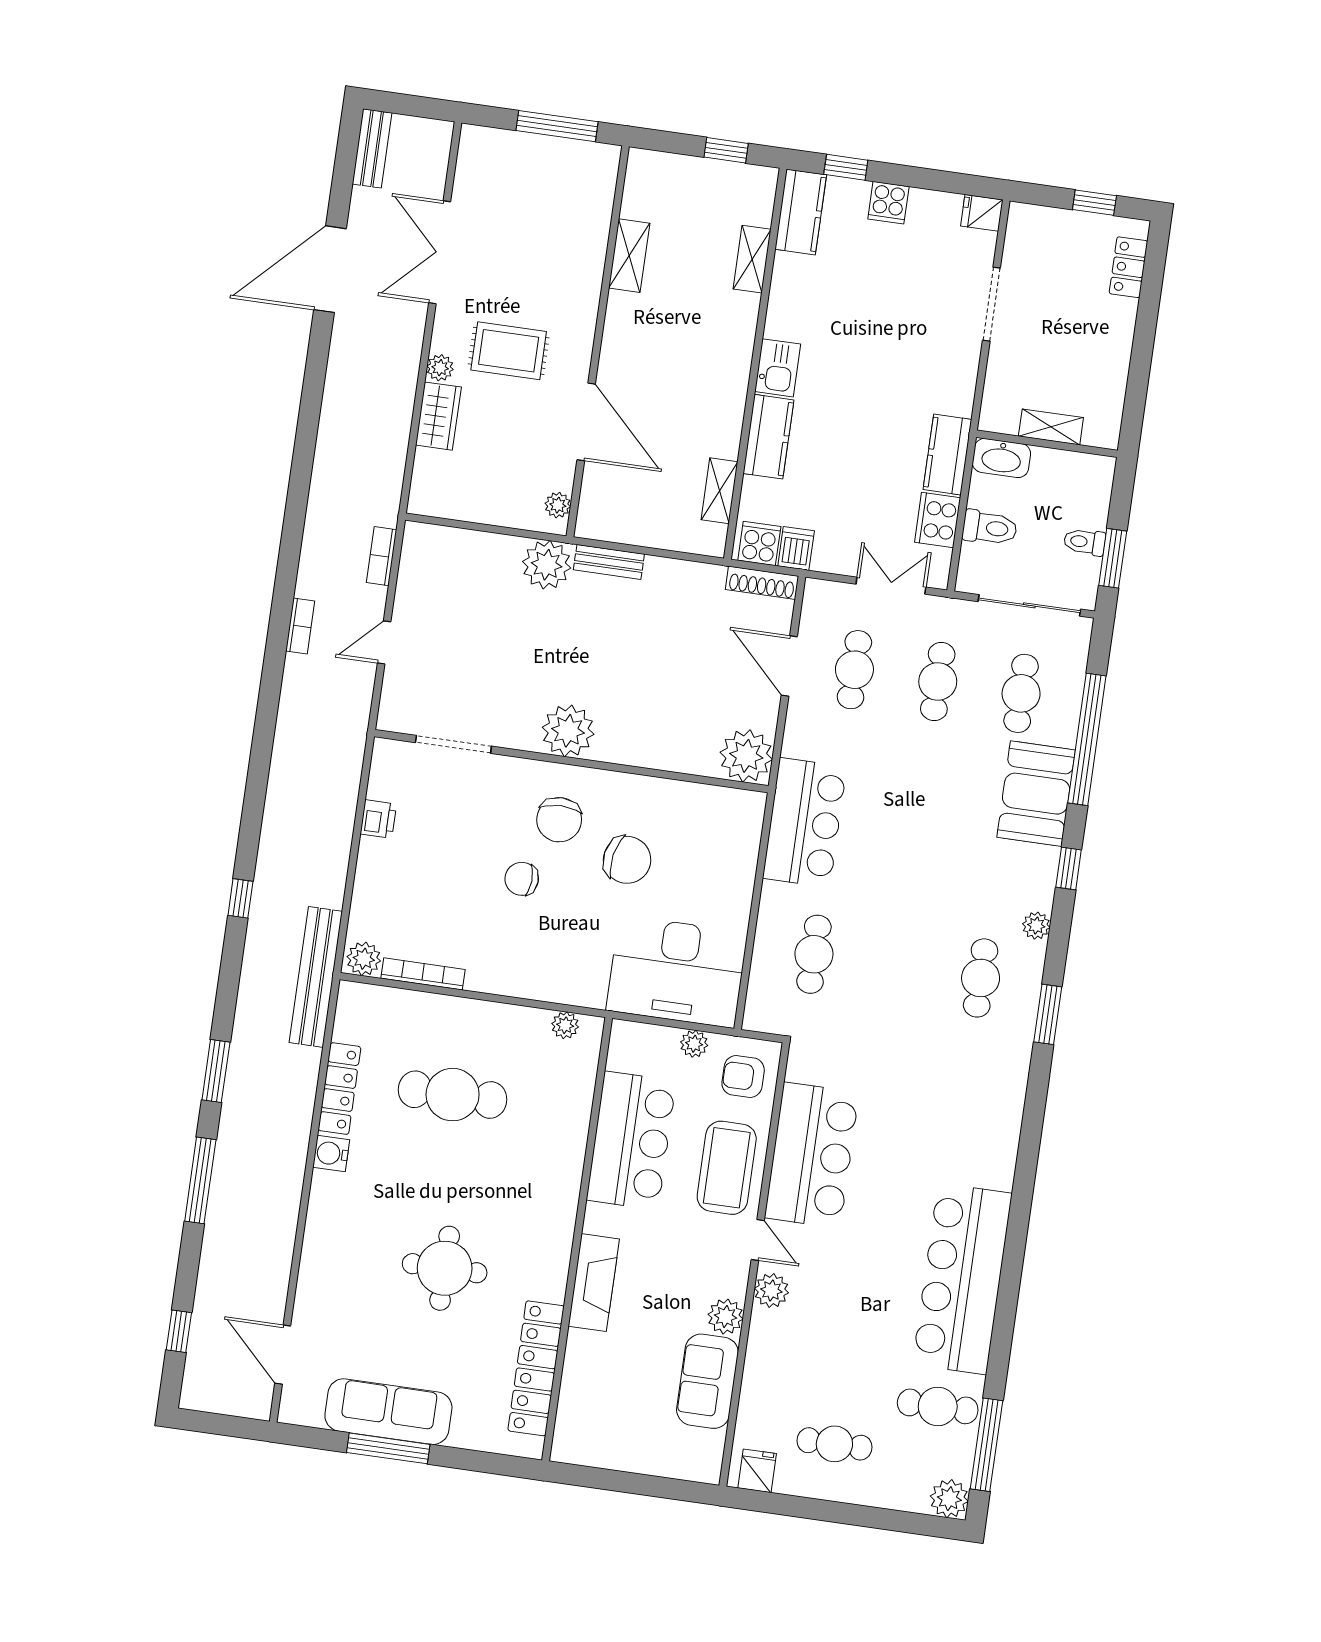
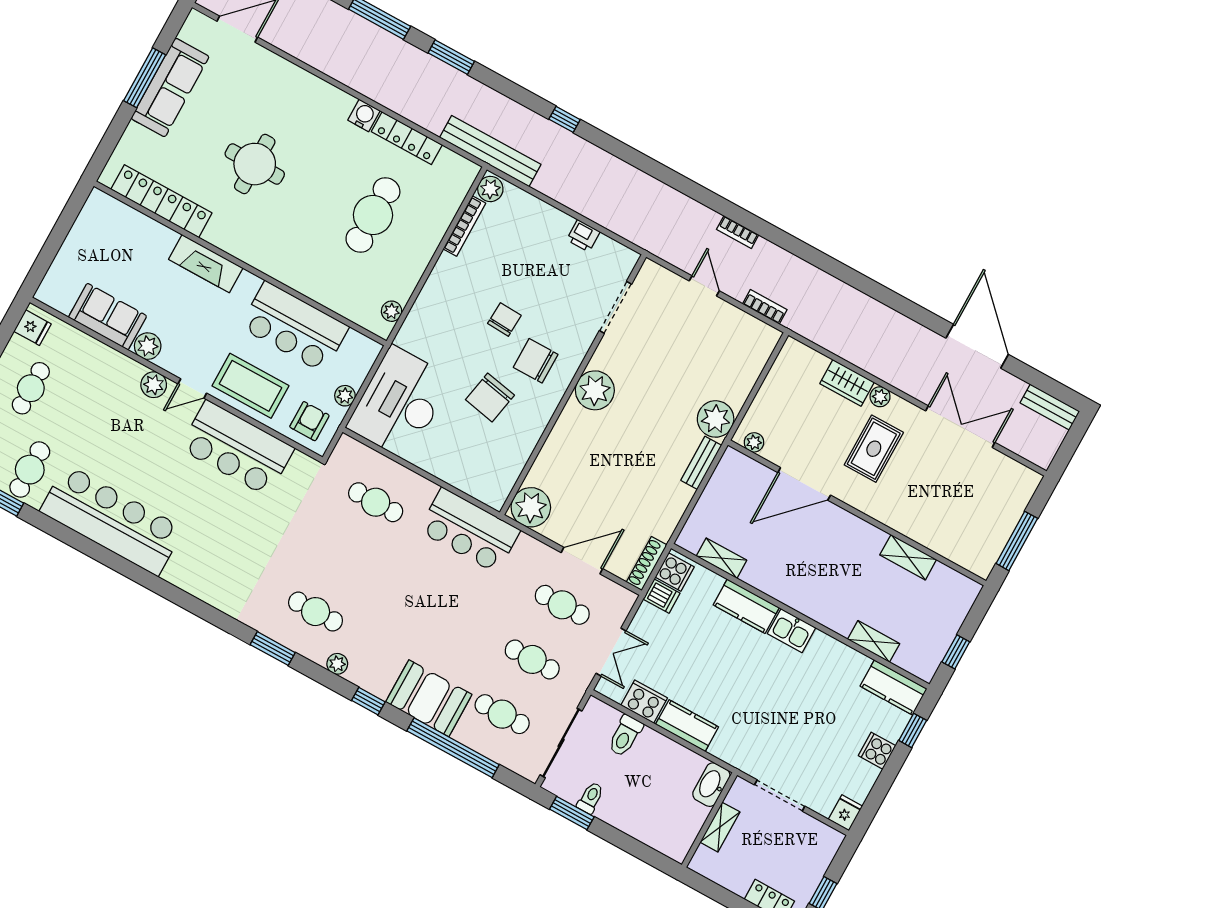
shelving: (1051, 427) -> (720, 827), moved
wall: (1047, 444) -> (709, 820), moved
washbasin: (1001, 458) -> (711, 785), moved

